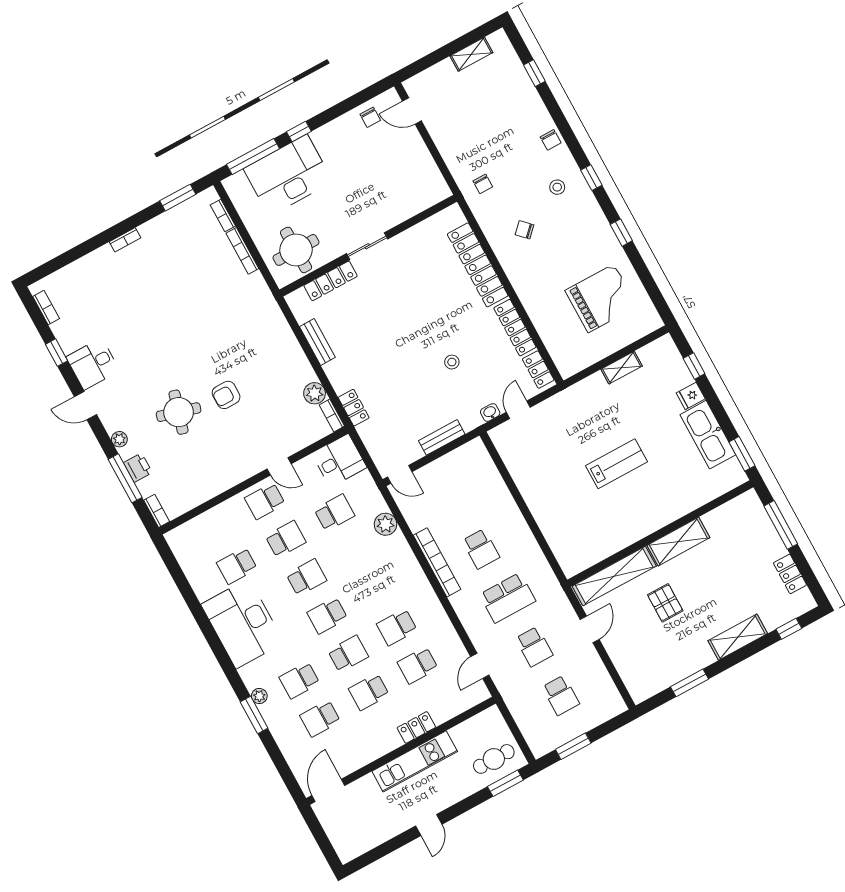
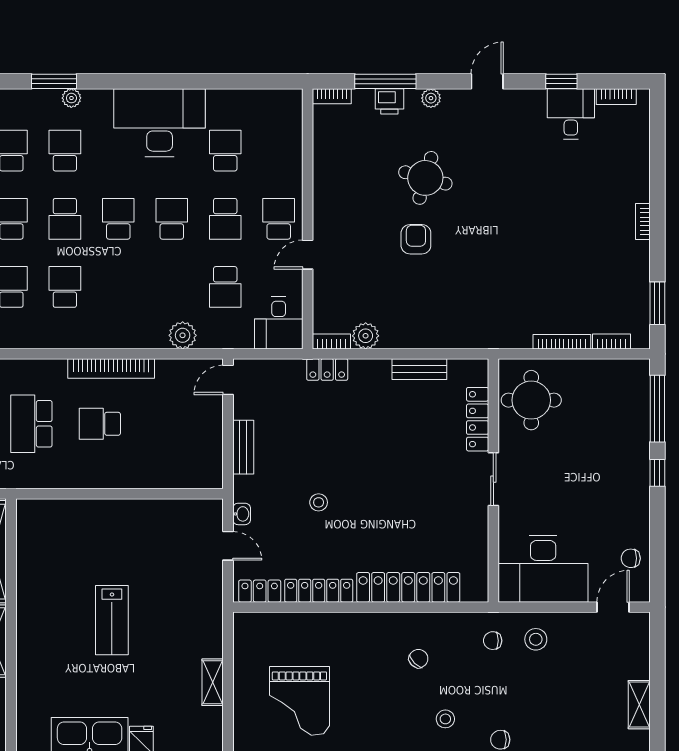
stool: (465, 154) -> (536, 639), added
desk: (288, 175) -> (543, 569), moved, turned 90
desk: (93, 364) -> (571, 114), moved
school desk: (306, 577) -> (172, 219), turned 180

